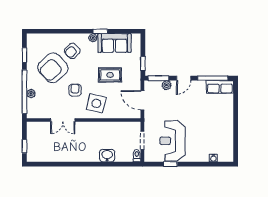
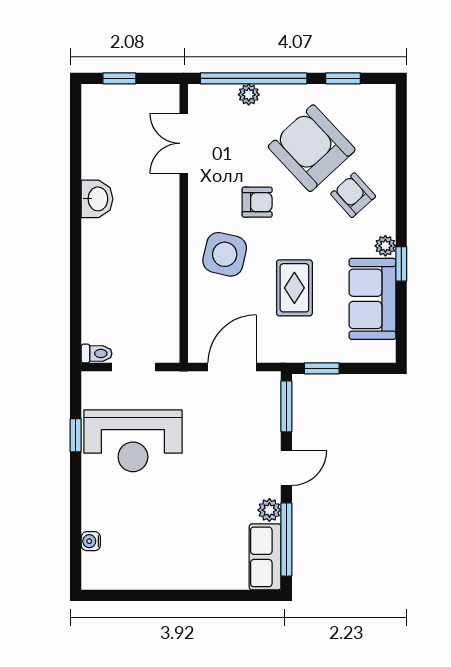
door: (184, 78) -> (286, 468), swing flipped
plant: (167, 85) -> (269, 510), moved
double door: (63, 120) -> (184, 143), moved
reception desk: (172, 141) -> (133, 441), turned 180
washbasin: (107, 156) -> (97, 199), moved

